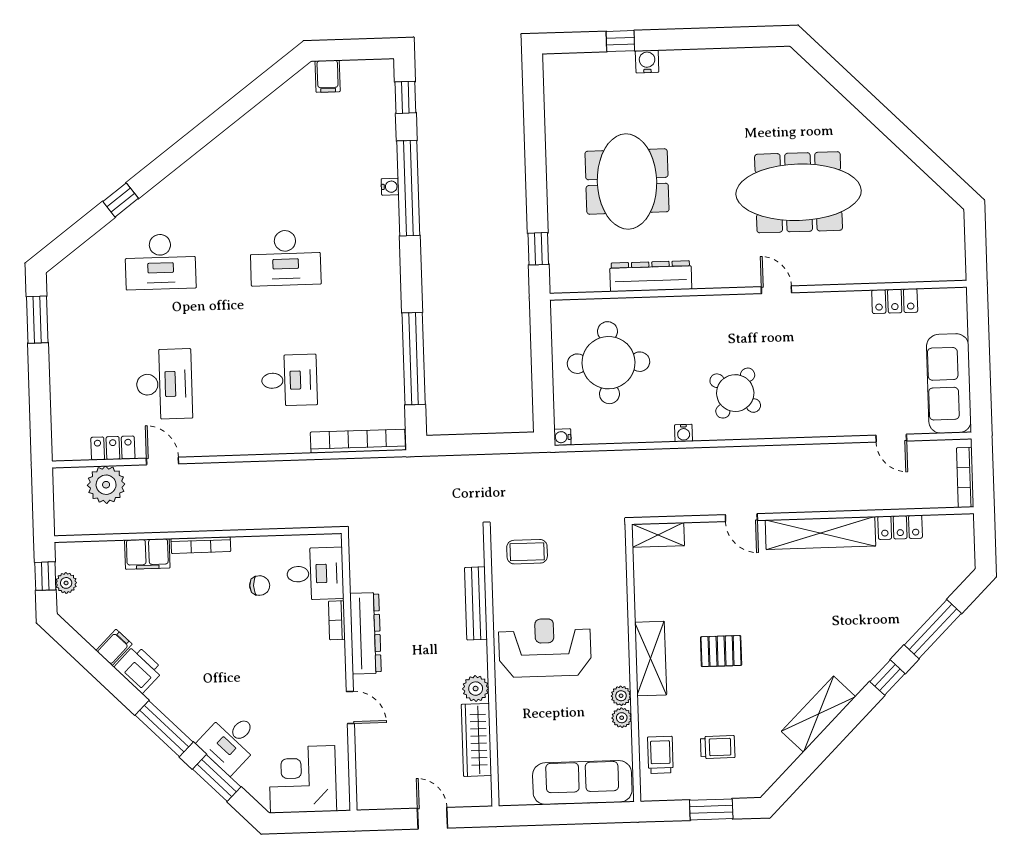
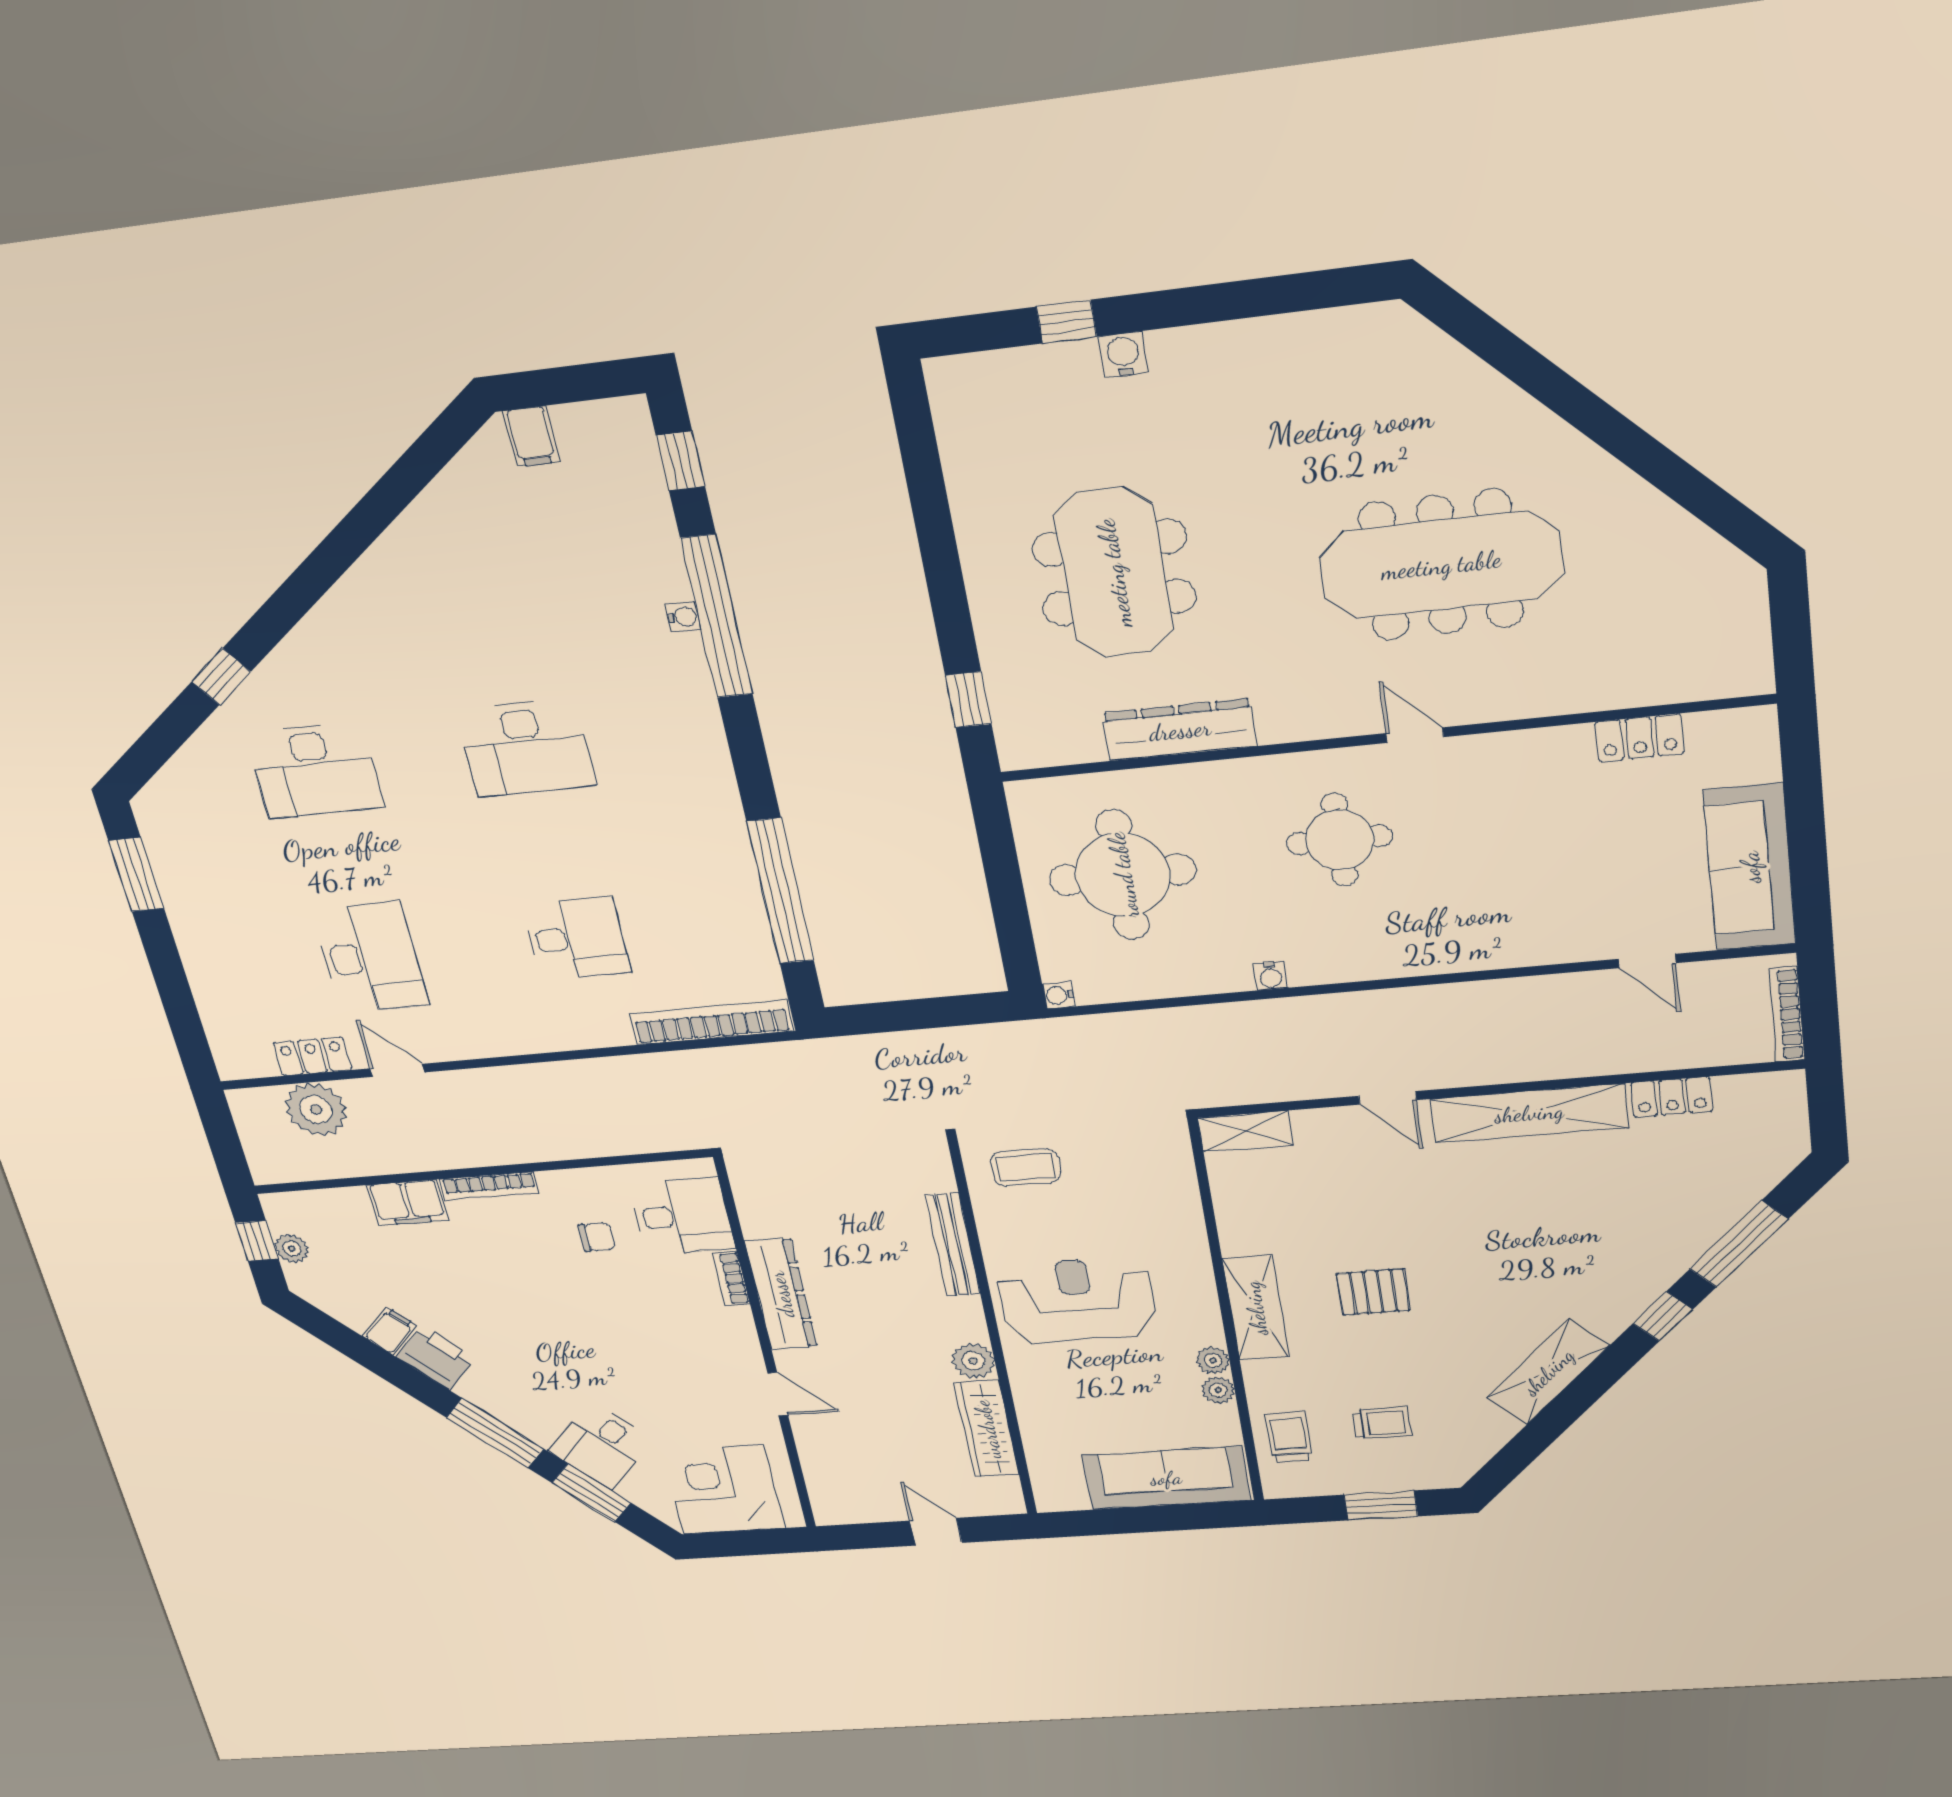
round table: (735, 393) -> (1340, 840), moved, turned -36

